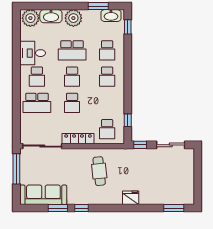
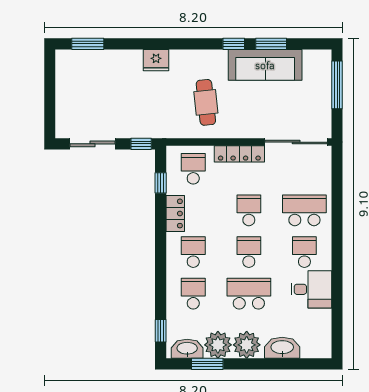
plant: (30, 18) -> (218, 345), moved
locker: (118, 101) -> (175, 213), added
window: (16, 169) -> (337, 85), moved
sofa: (43, 195) -> (265, 65), moved

